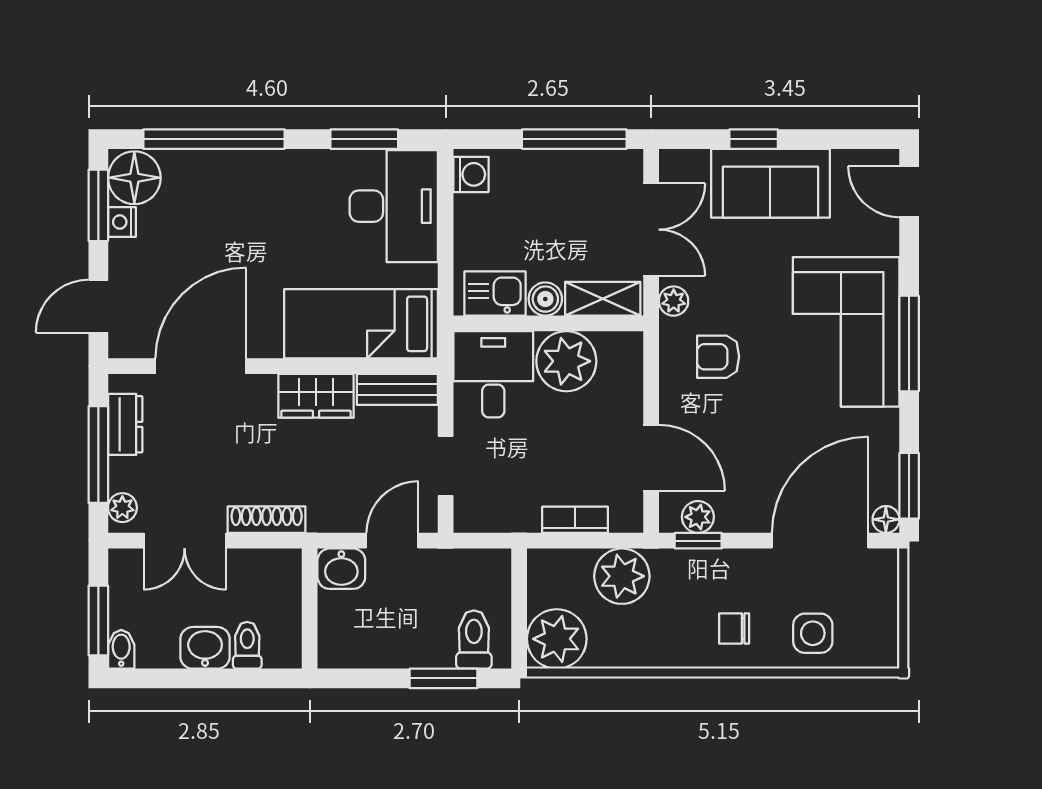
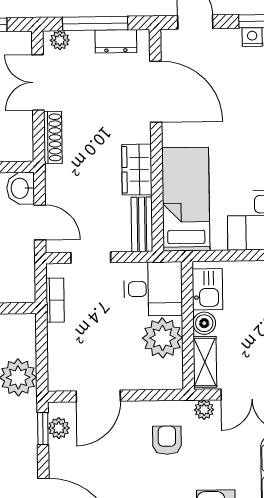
bookcase: (575, 520) -> (55, 300), moved

